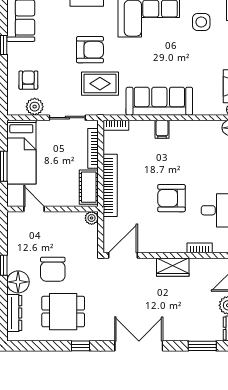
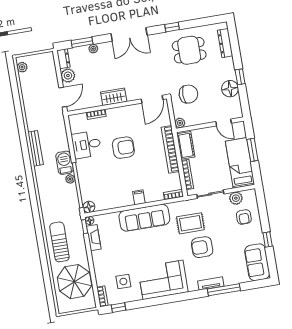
chair: (53, 269) -> (188, 94), moved, turned 90
floor lamp: (18, 282) -> (230, 89), moved
plant: (189, 335) -> (93, 49), added

